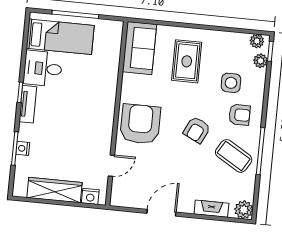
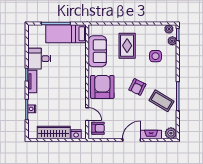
bed: (60, 37) -> (66, 34), moved, turned 180
sofa: (139, 48) -> (97, 51), moved
armchair: (239, 115) -> (98, 128), moved
door: (111, 166) -> (87, 114), hinge flipped
door: (161, 213) -> (132, 140), moved

